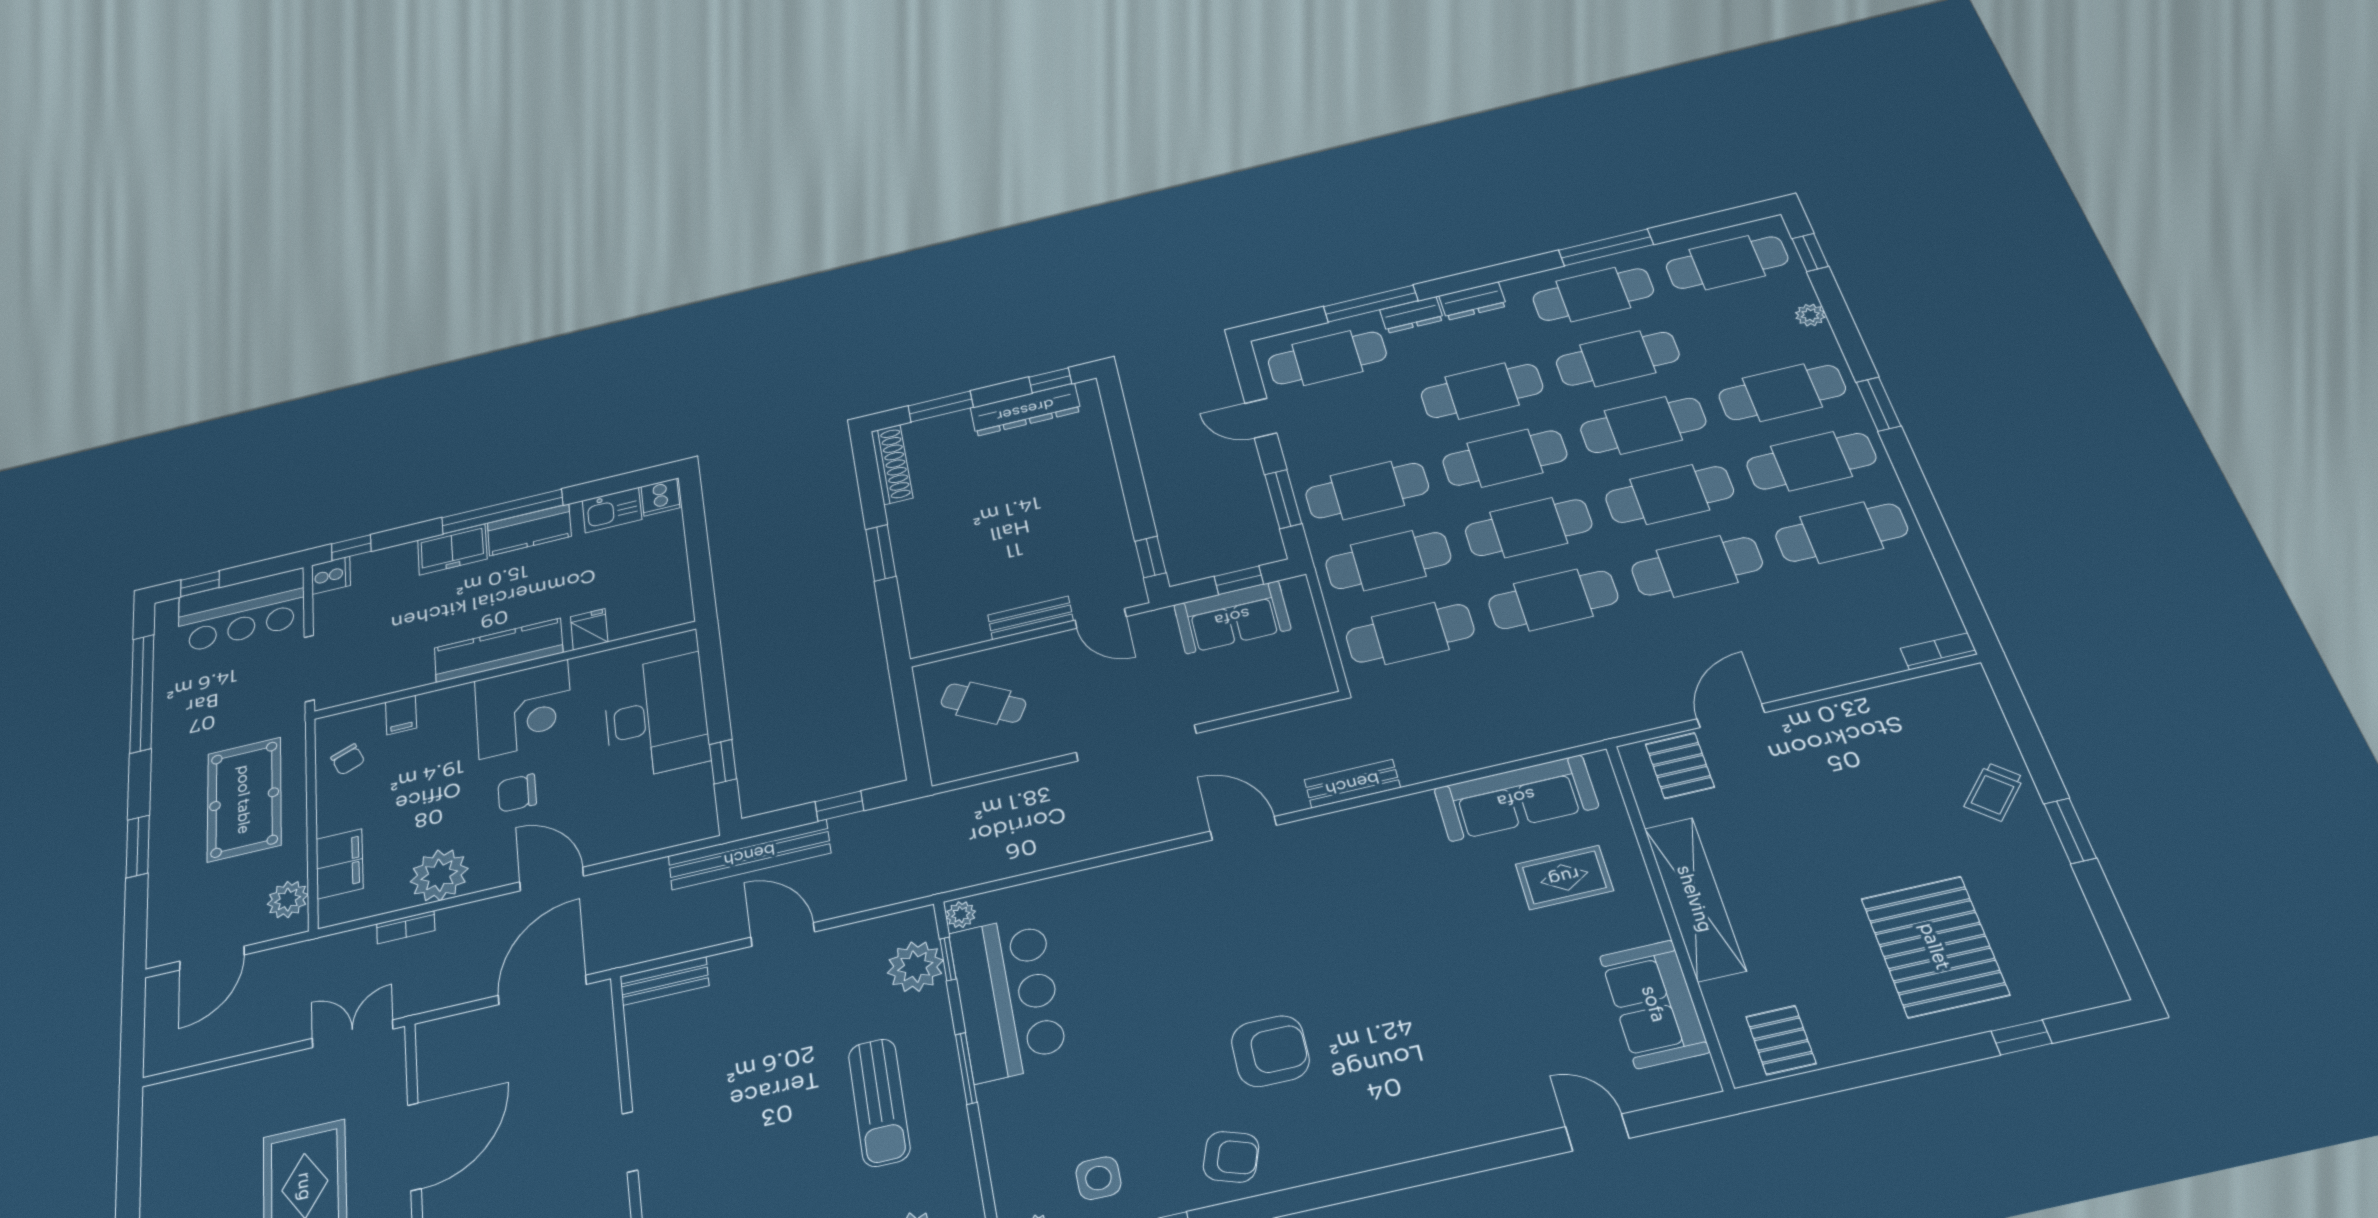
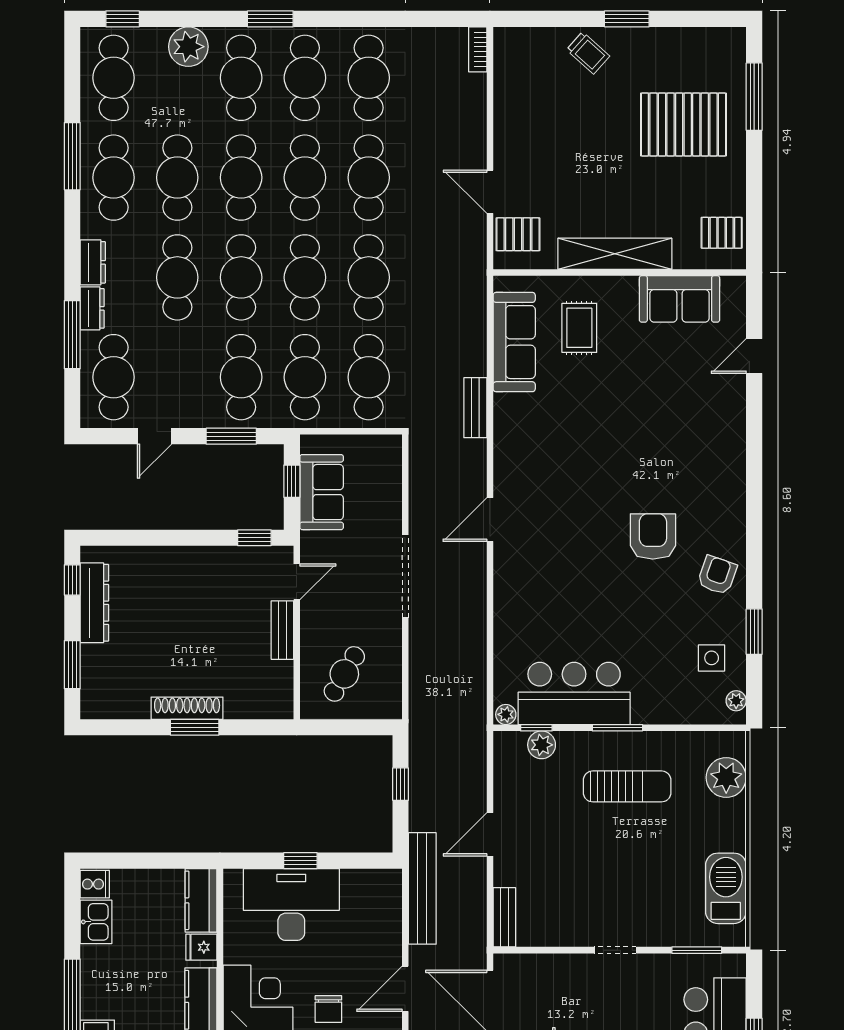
plant: (1810, 315) -> (188, 47), width x1.87, depth x1.87
shoe rack: (892, 465) -> (187, 708), moved
kitchen counter: (529, 530) -> (201, 900), moved, turned 180
window: (723, 762) -> (300, 861), moved
bench: (1352, 784) -> (475, 408), moved
bench: (749, 855) -> (422, 888), moved
plant: (915, 967) -> (542, 745), width x0.73, depth x0.73
window: (2022, 1037) -> (754, 97), width x2.17

